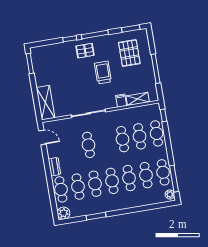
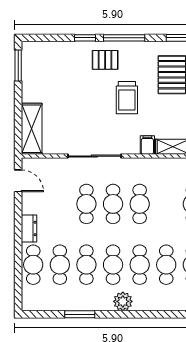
trolley: (103, 72) -> (127, 98), turned 180
cafe table: (140, 136) -> (113, 204), moved
plant: (64, 213) -> (123, 301), moved

